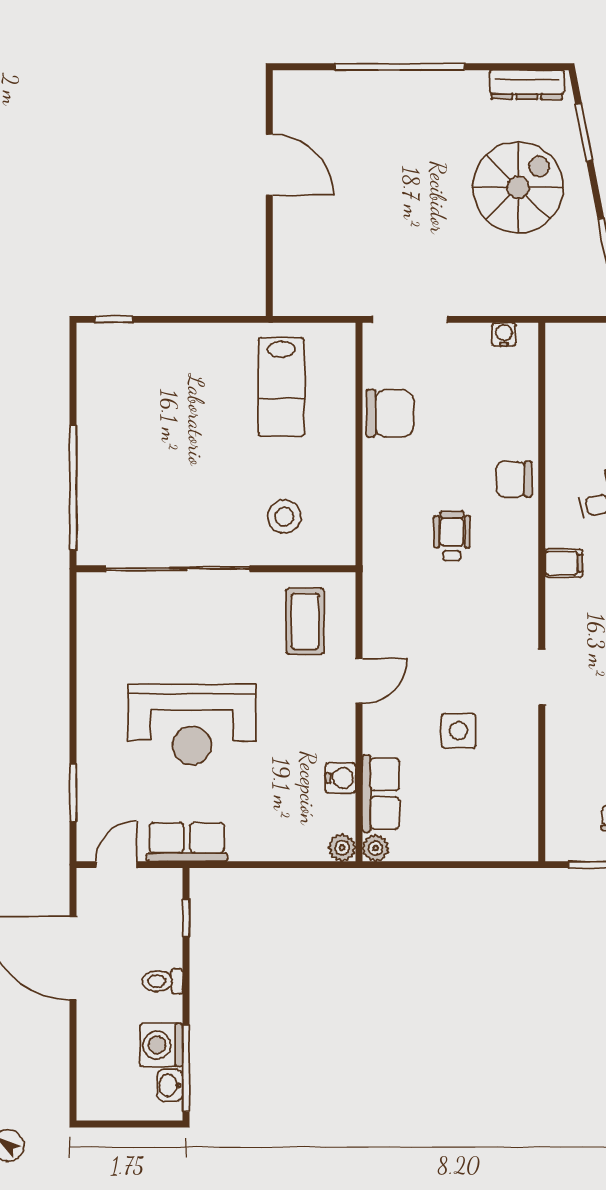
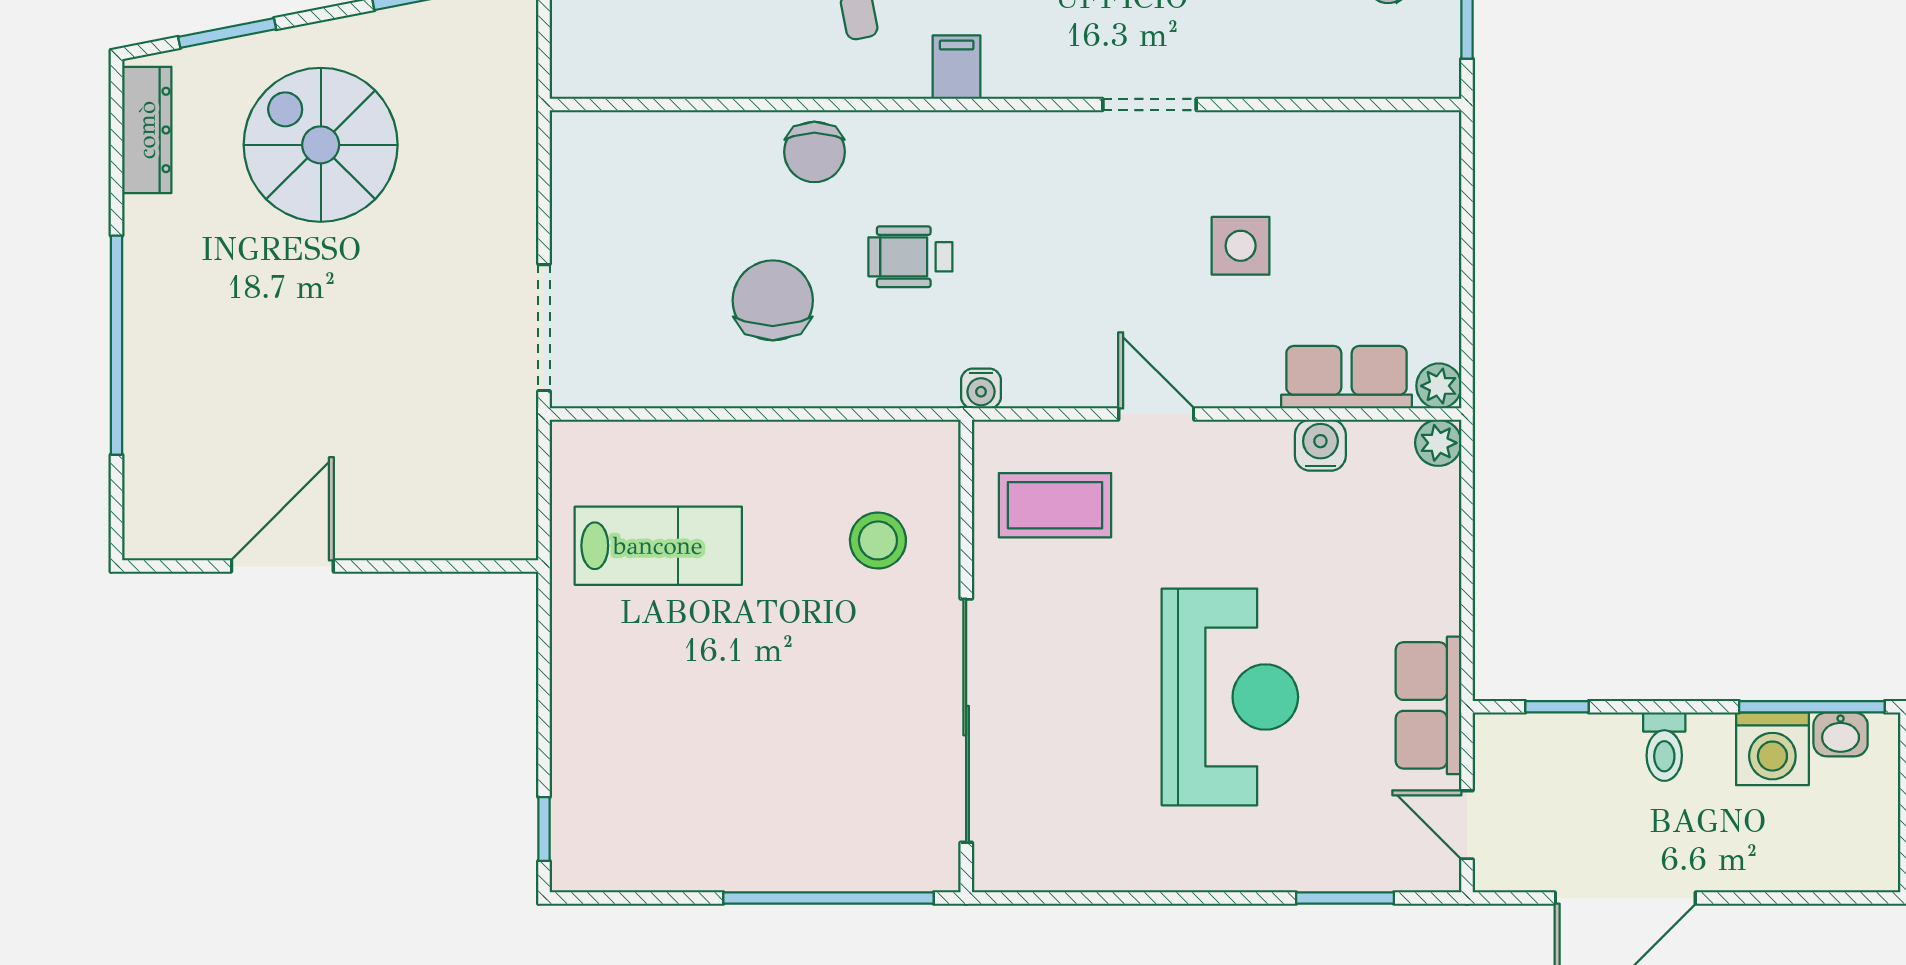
water cooler: (504, 335) -> (981, 389), moved, turned -90
chair: (390, 413) -> (773, 300), moved

